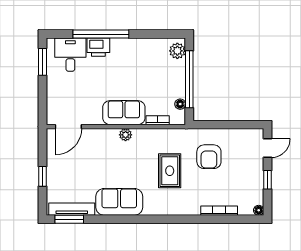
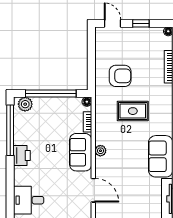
window: (101, 34) -> (10, 130), moved
printer: (98, 47) -> (22, 156), moved
floor lamp: (180, 104) -> (87, 102), moved
door: (68, 127) -> (93, 190), moved

